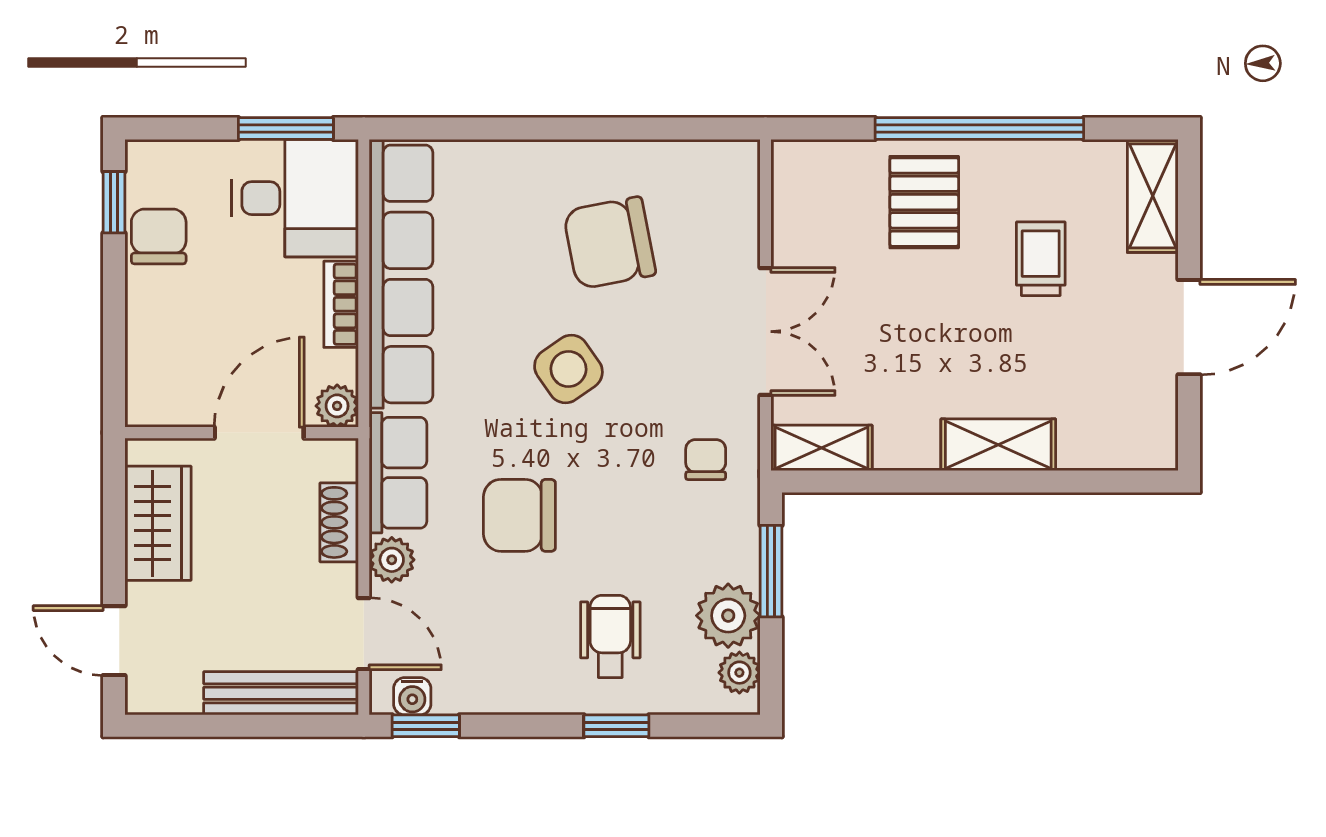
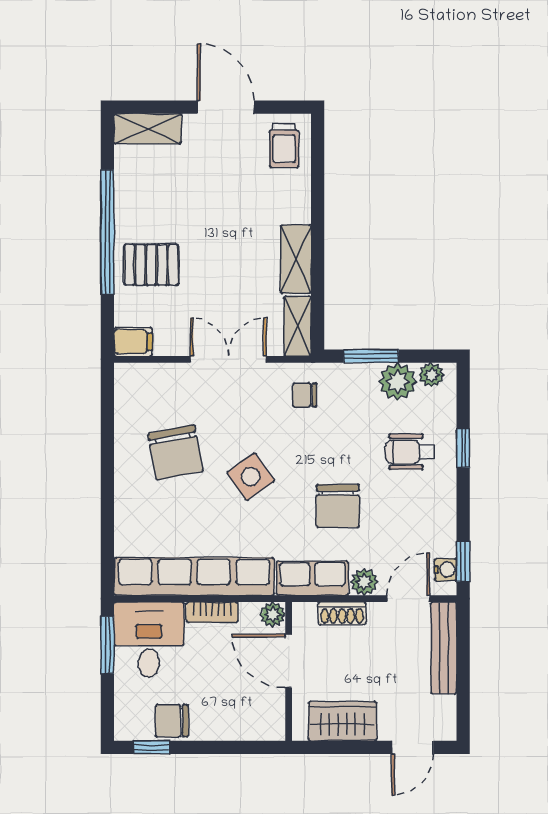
filing cabinet: (795, 172) -> (133, 342), added
trolley: (1041, 259) -> (284, 146), moved, turned -90
shelving: (998, 445) -> (296, 259), moved

